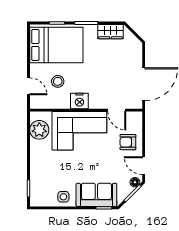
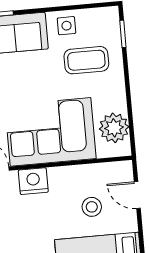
nightstand: (79, 101) -> (33, 181), moved
coffee table: (53, 174) -> (86, 60), added

